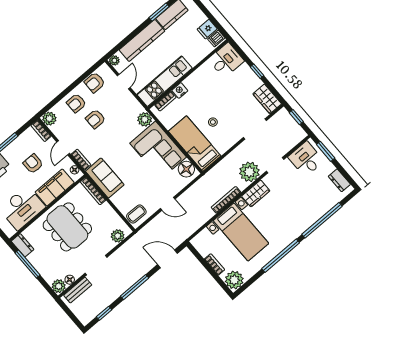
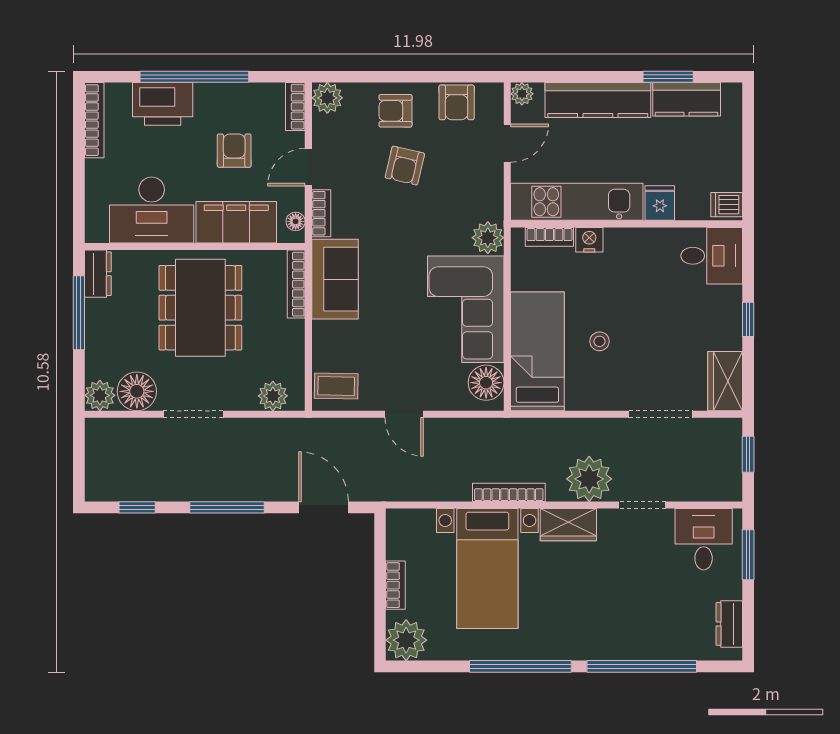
fridge: (207, 29) -> (660, 203), moved, turned 90
armchair: (95, 82) -> (457, 102), turned -90
armchair: (95, 119) -> (405, 166), turned -77
floor lamp: (70, 280) -> (137, 391), width x1.89, depth x1.89
bench: (78, 290) -> (126, 430), removed

